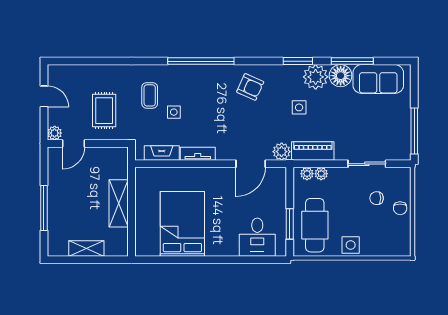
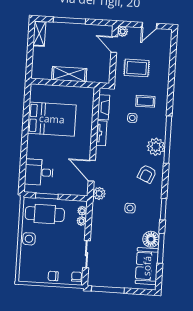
plant: (316, 77) -> (156, 147), moved
piano: (313, 151) -> (98, 216), removed
chair: (377, 198) -> (77, 277), moved
shelving: (86, 248) -> (39, 34), moved

